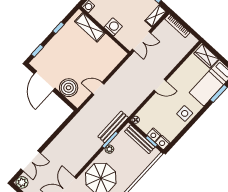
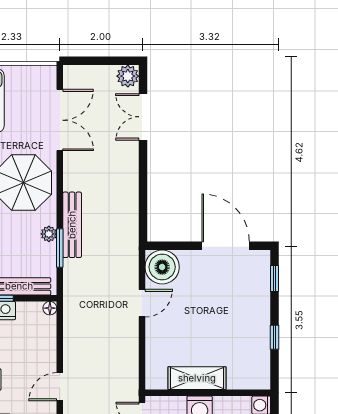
shelving: (90, 27) -> (197, 378), moved
boiler: (69, 88) -> (162, 267), moved
bench: (113, 127) -> (72, 225), moved

